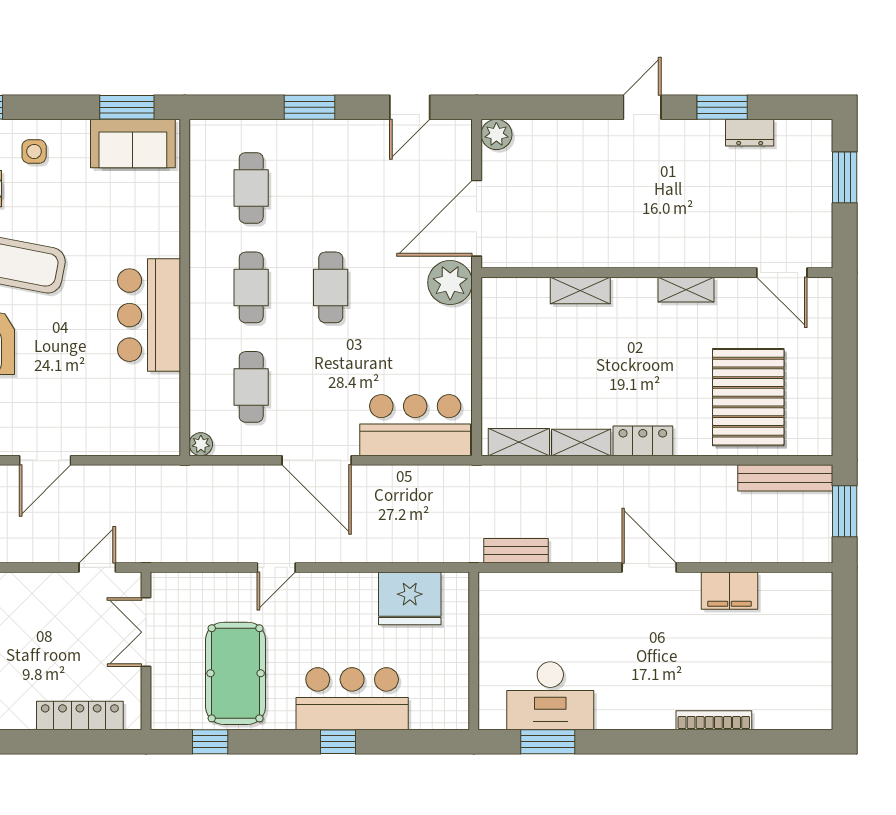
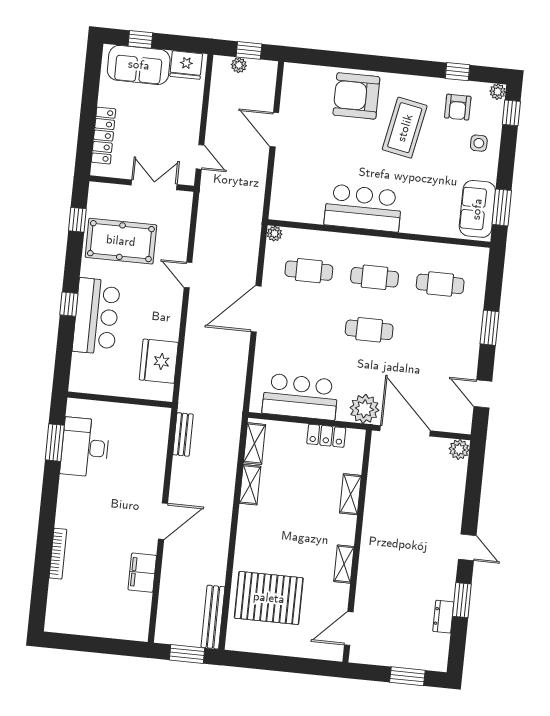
bar counter: (415, 425) -> (300, 397), moved, turned -90
locker: (643, 441) -> (326, 436), moved, turned 90

